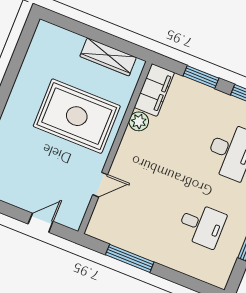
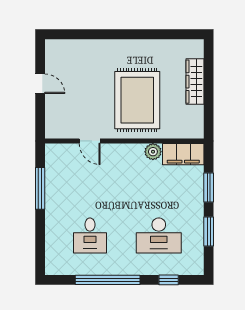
wardrobe: (108, 57) -> (195, 82), moved
door: (41, 223) -> (40, 84), moved

